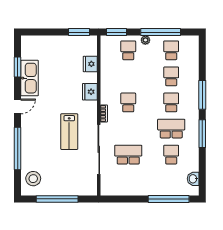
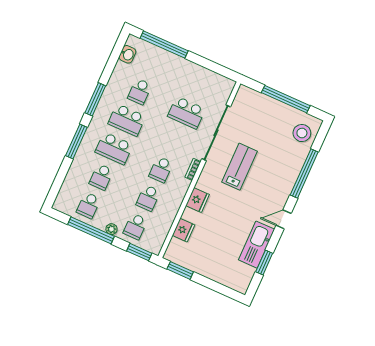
school desk: (128, 76) -> (148, 198), added
school desk: (171, 102) -> (114, 148), width x1.85

